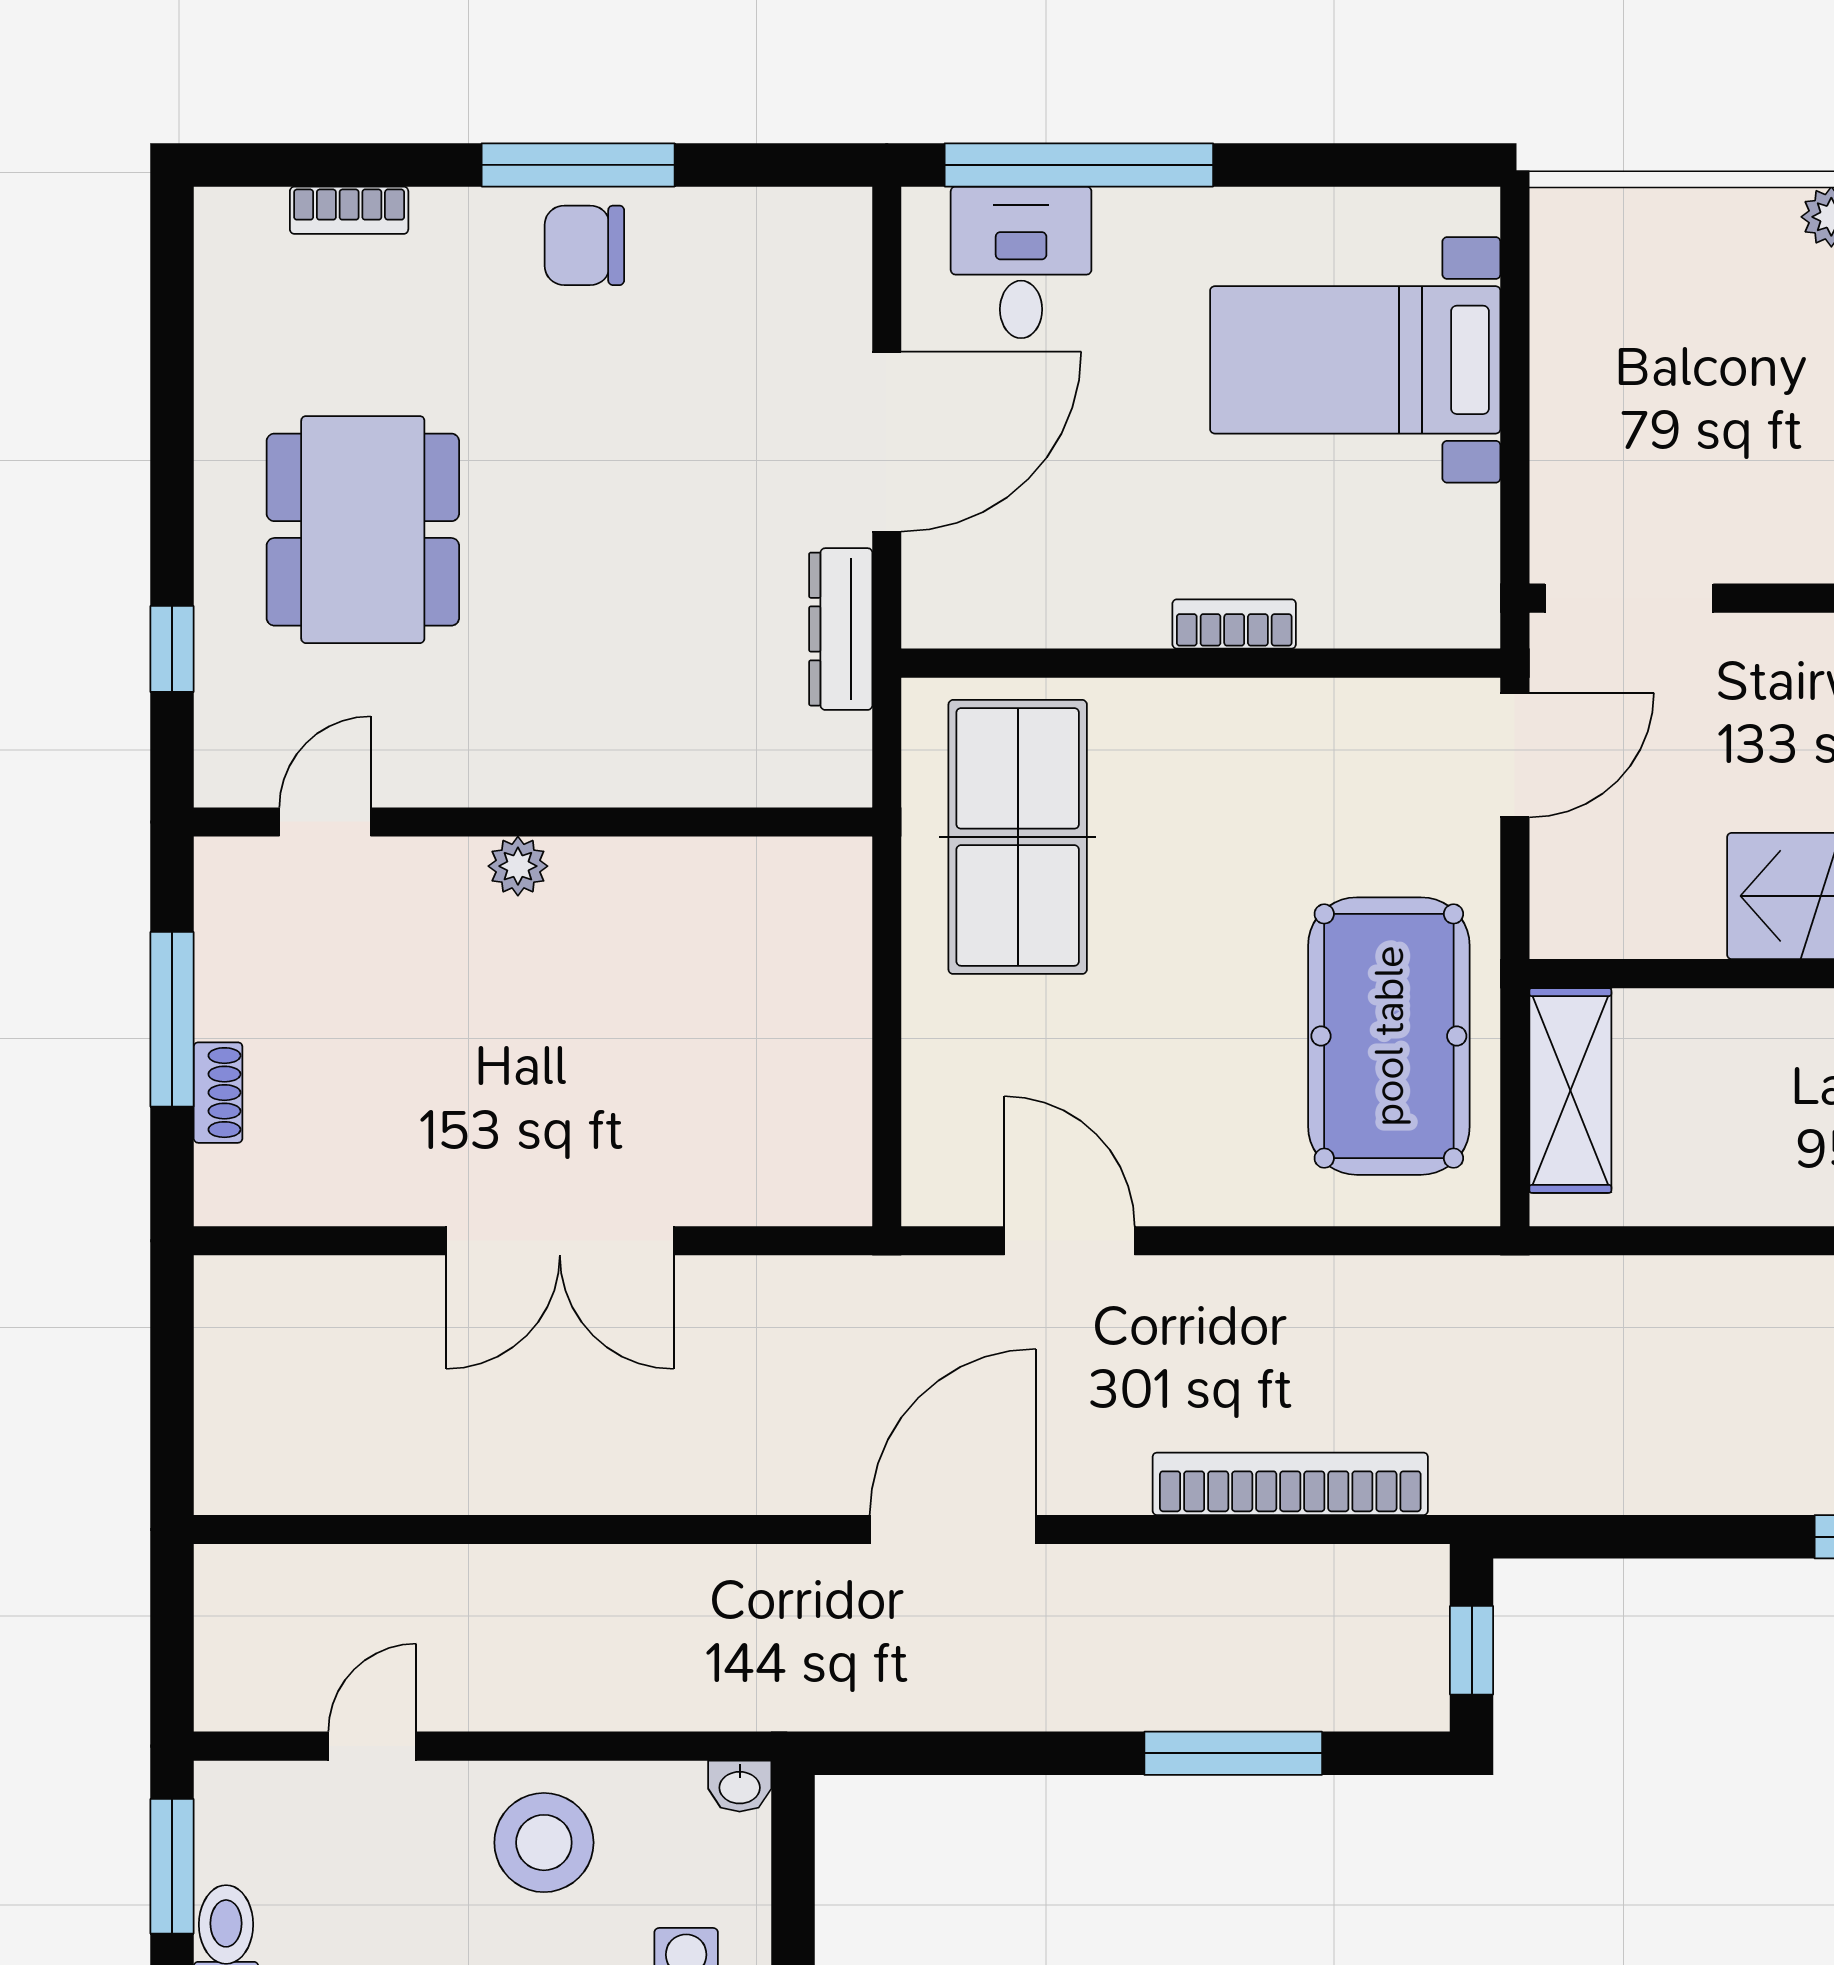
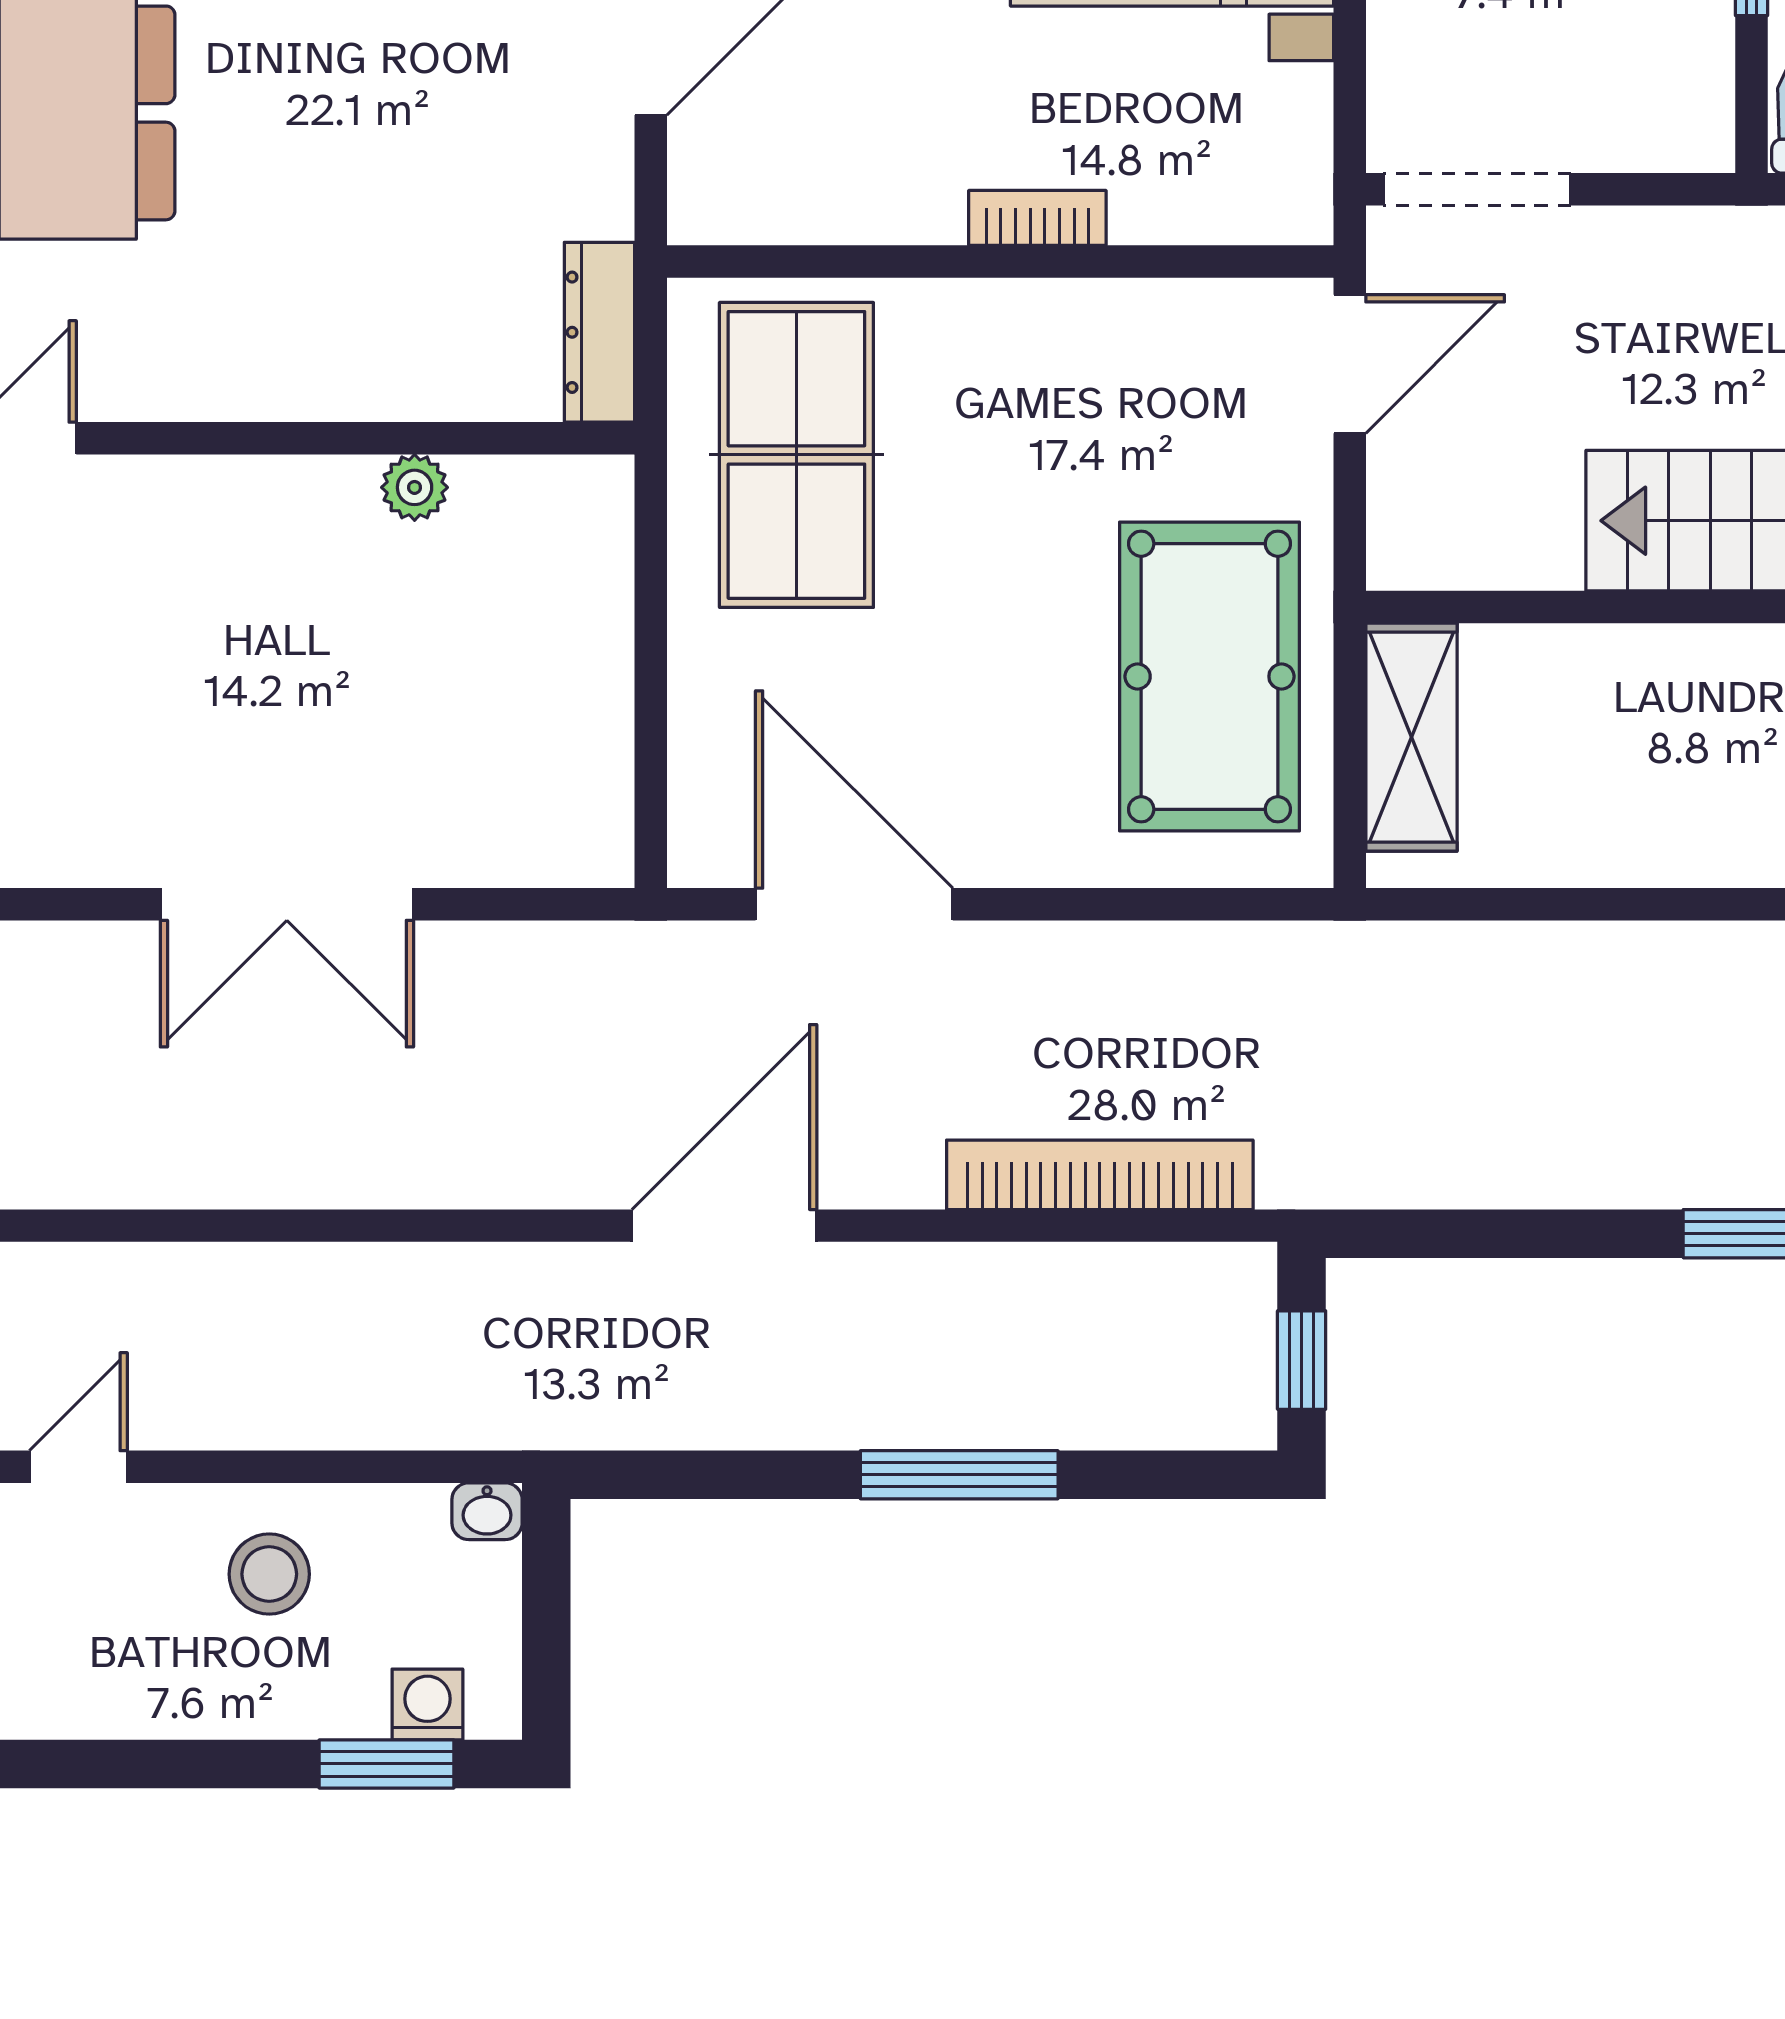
dresser: (841, 629) -> (600, 332), moved
plant: (518, 866) -> (415, 487), moved
door: (1070, 1241) -> (854, 904), width x1.36
window: (1233, 1753) -> (959, 1475), moved
stool: (544, 1843) -> (269, 1574), width x0.73, depth x0.73

